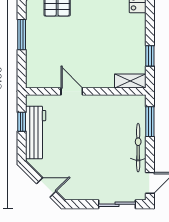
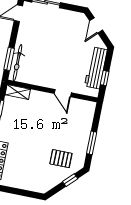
bicycle: (138, 148) -> (18, 63), moved
door: (46, 187) -> (96, 25), hinge flipped

